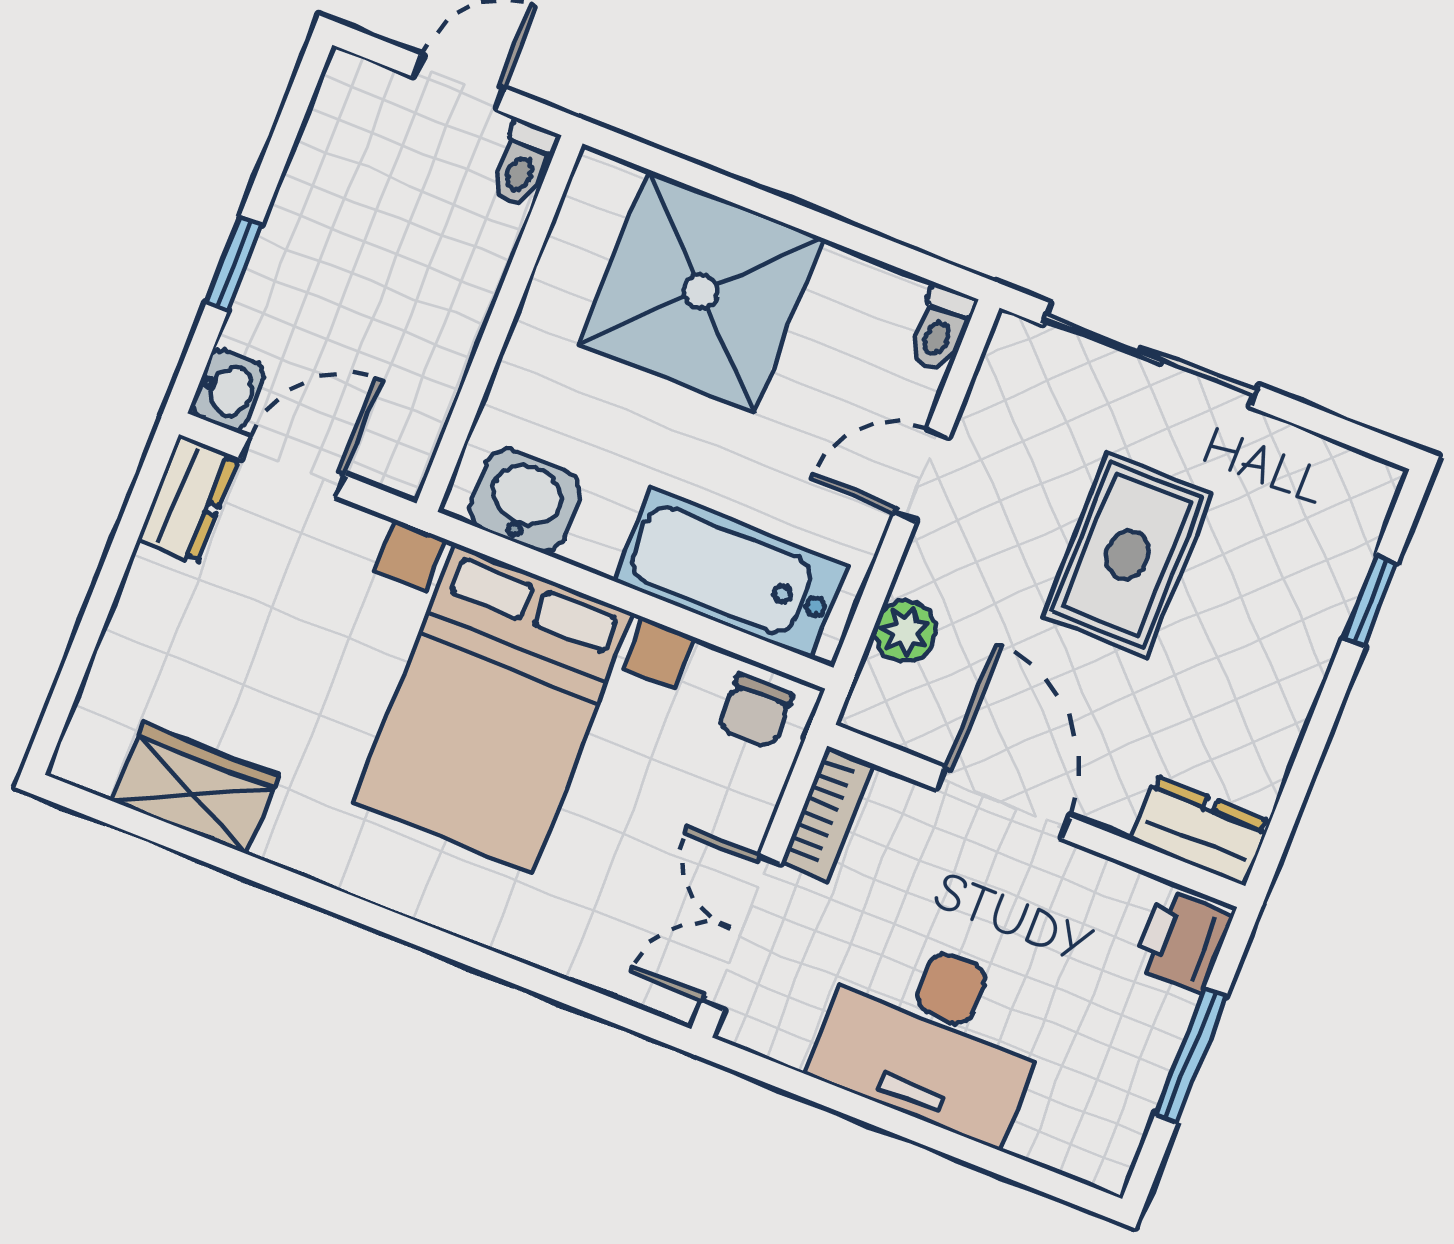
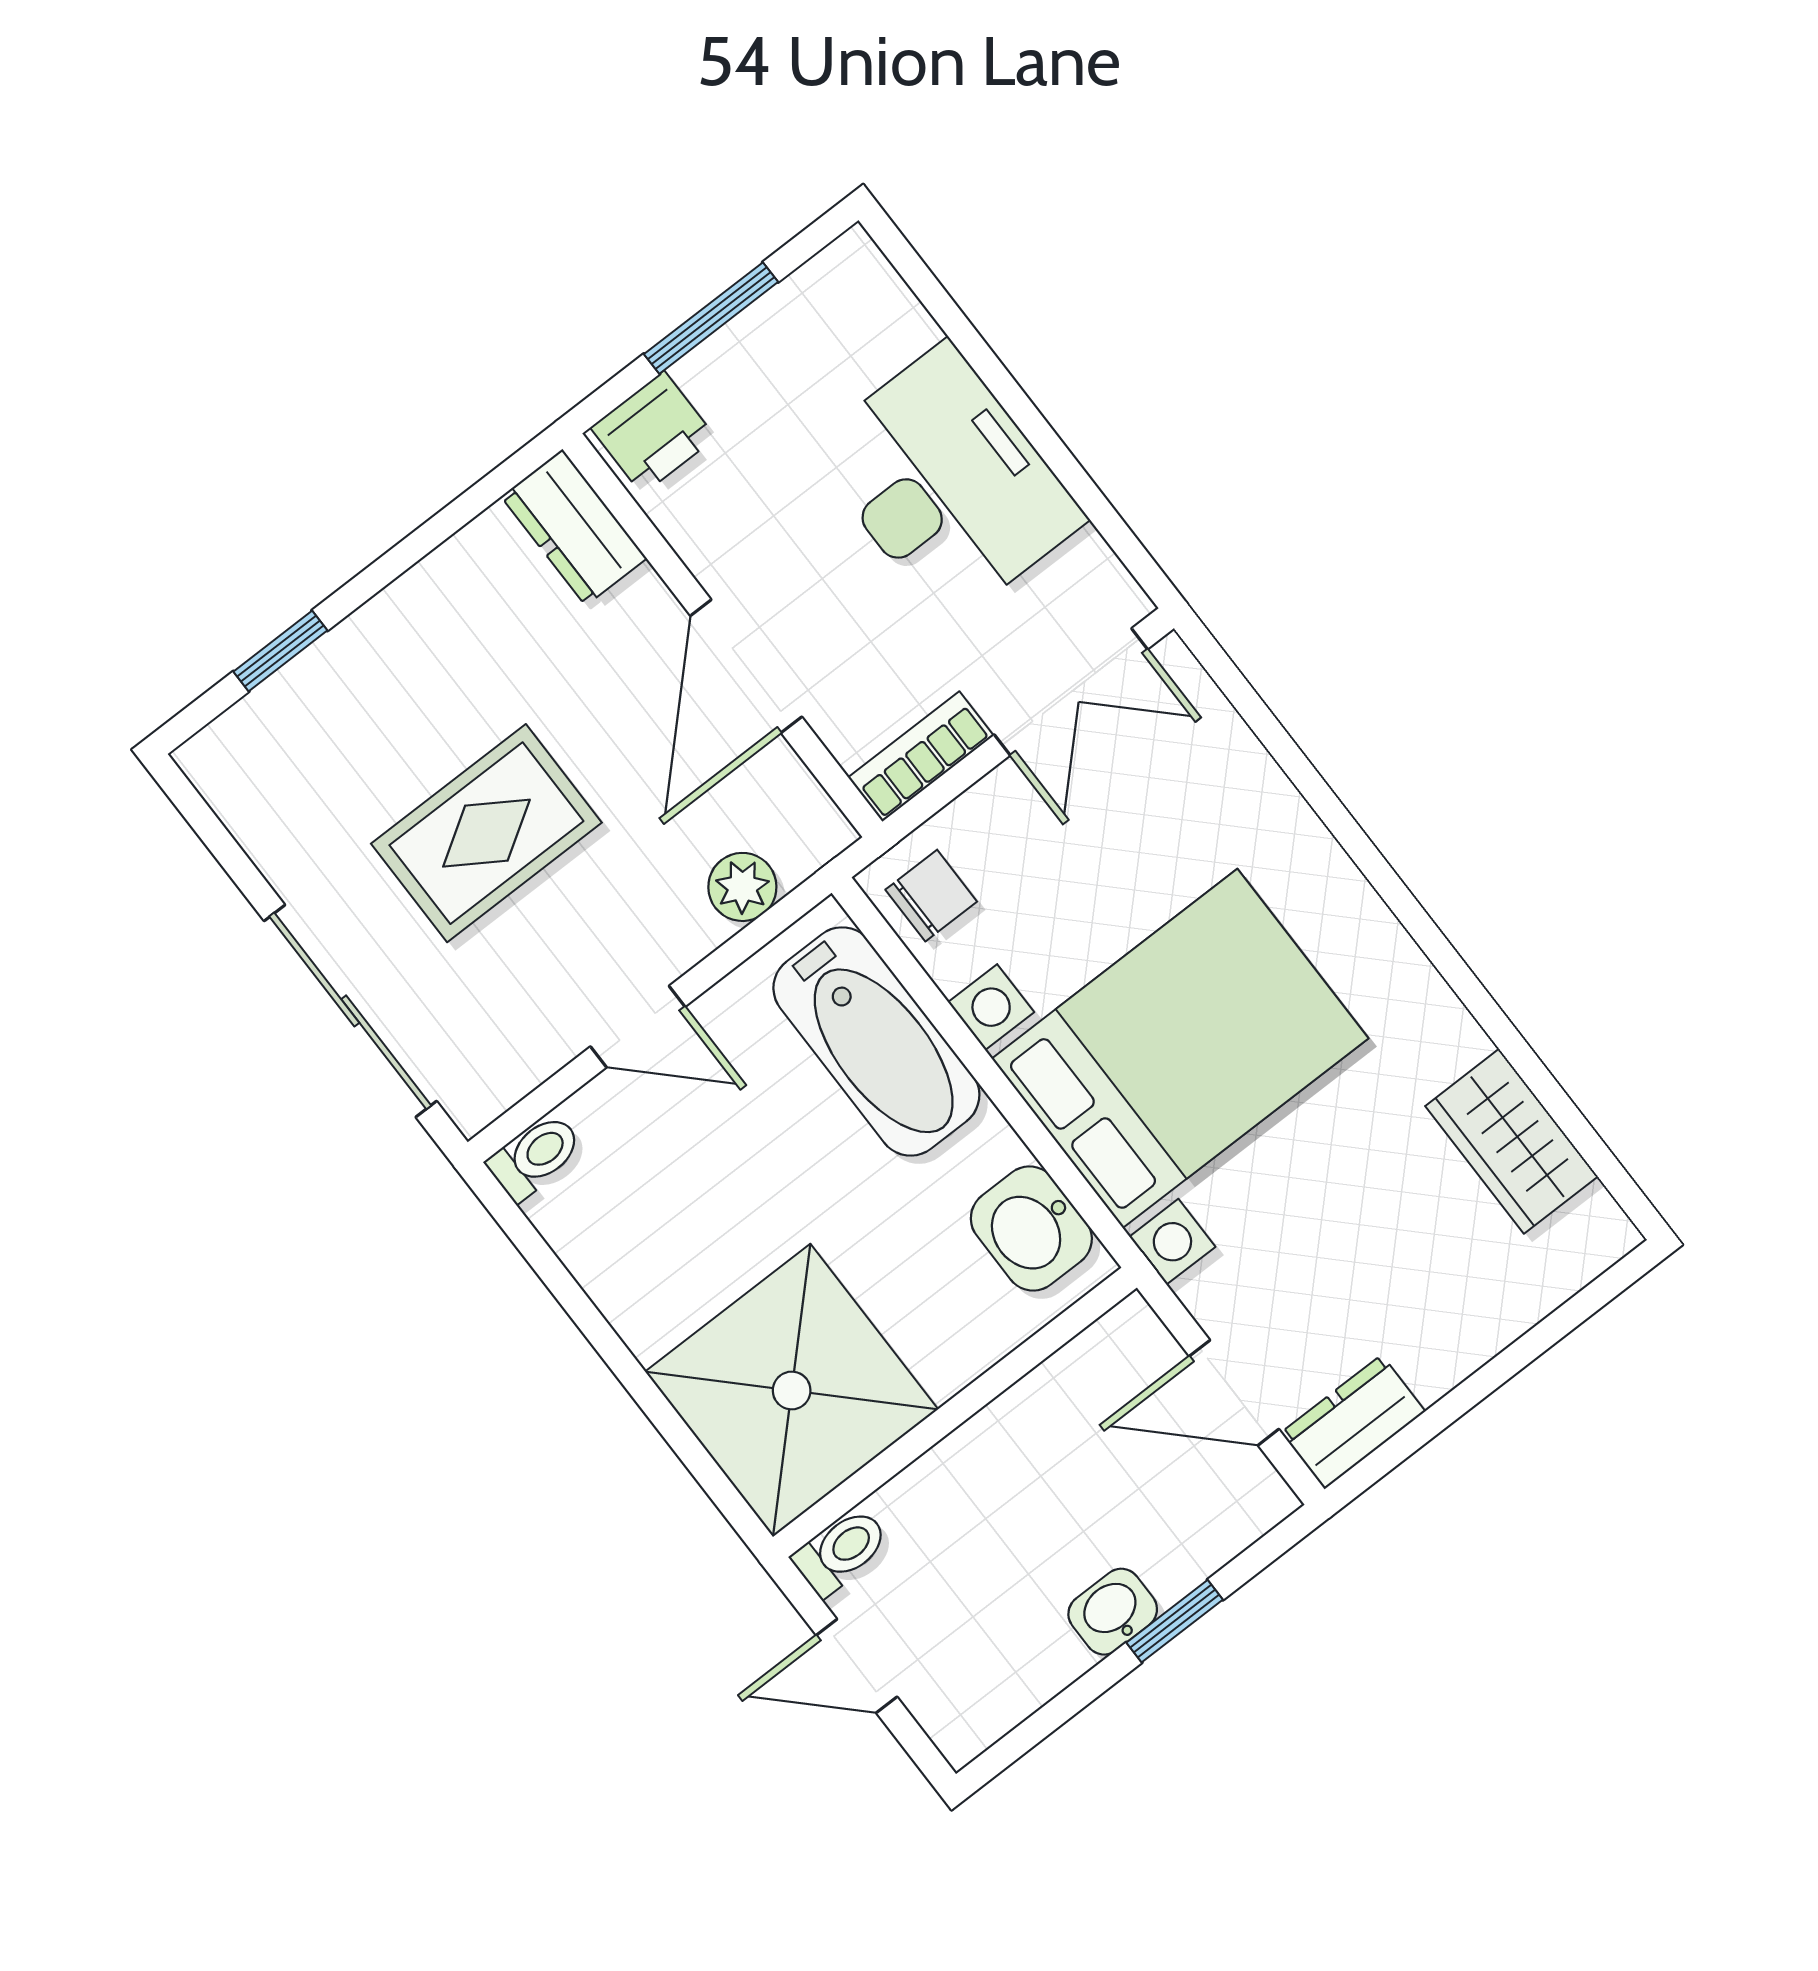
shower: (701, 291) -> (792, 1390), moved
washbasin: (228, 390) -> (1113, 1612), moved

